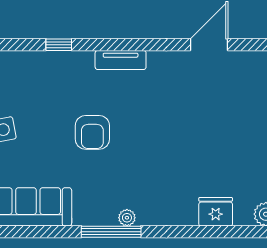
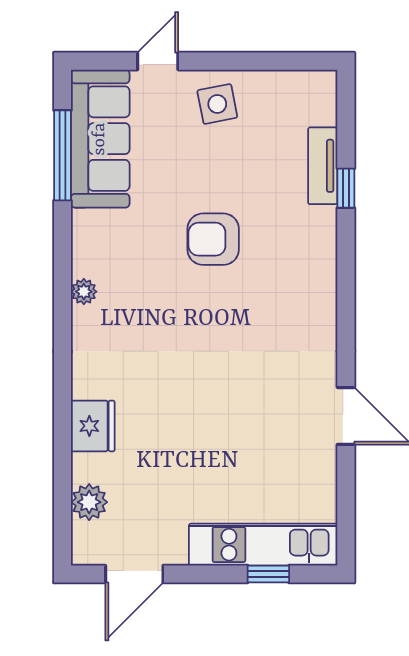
tv unit: (121, 60) -> (323, 166), moved
window: (111, 232) -> (62, 155), moved

